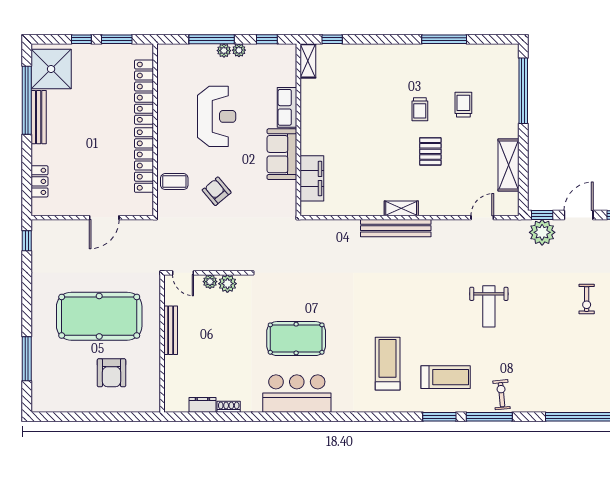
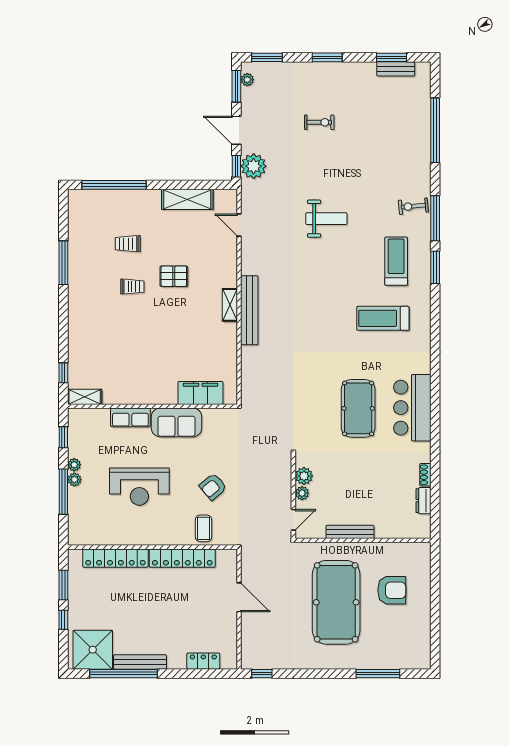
reception desk: (217, 116) -> (139, 487), turned 180

